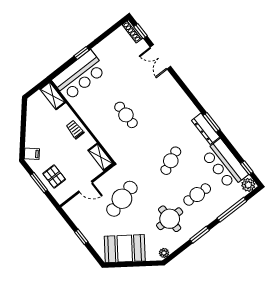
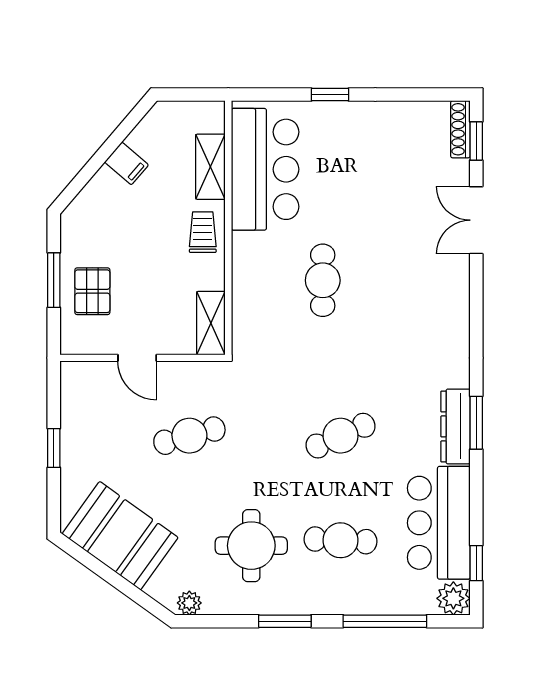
bar counter: (79, 75) -> (265, 169), moved, turned -90
shelving: (53, 96) -> (210, 167), moved
filing cabinet: (32, 154) -> (127, 163), moved
cafe table: (122, 199) -> (189, 436), width x0.73, depth x0.74

